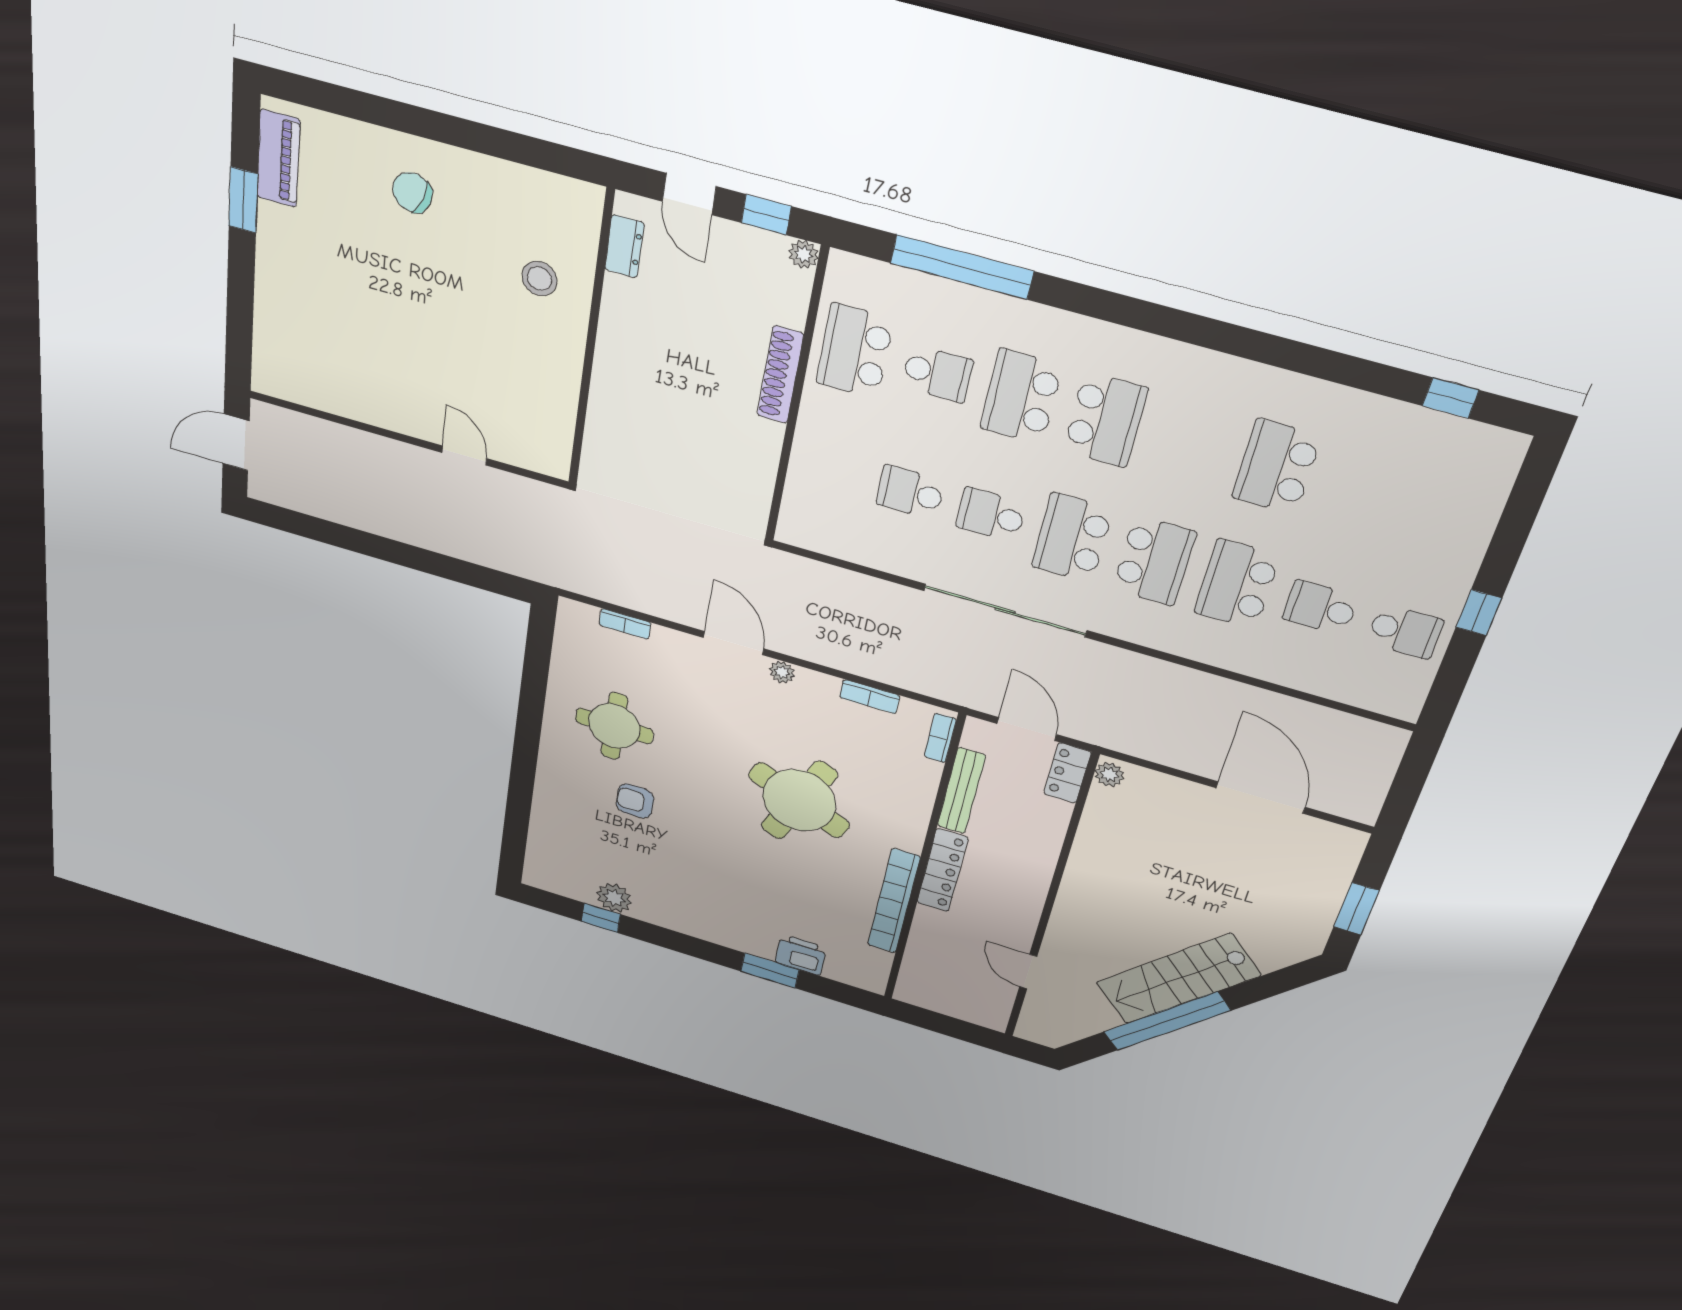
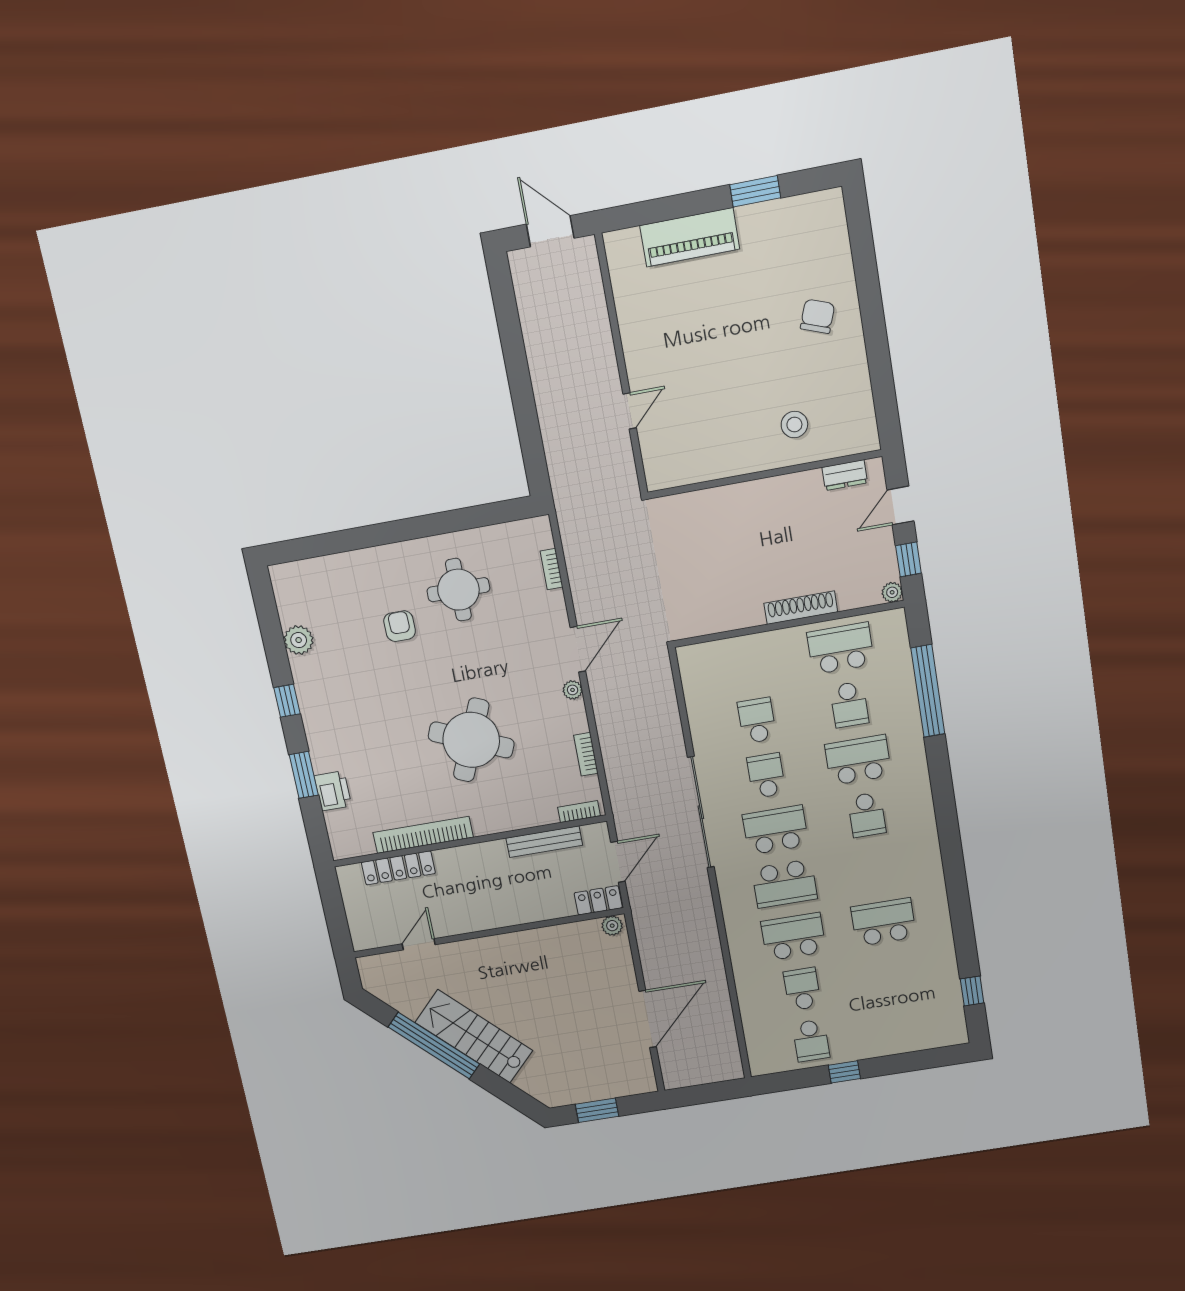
piano: (278, 158) -> (690, 237), moved, width x1.37, depth x1.33
school desk: (1105, 420) -> (867, 815), width x0.54
locker: (942, 870) -> (398, 868), moved
window: (601, 918) -> (287, 701), moved

